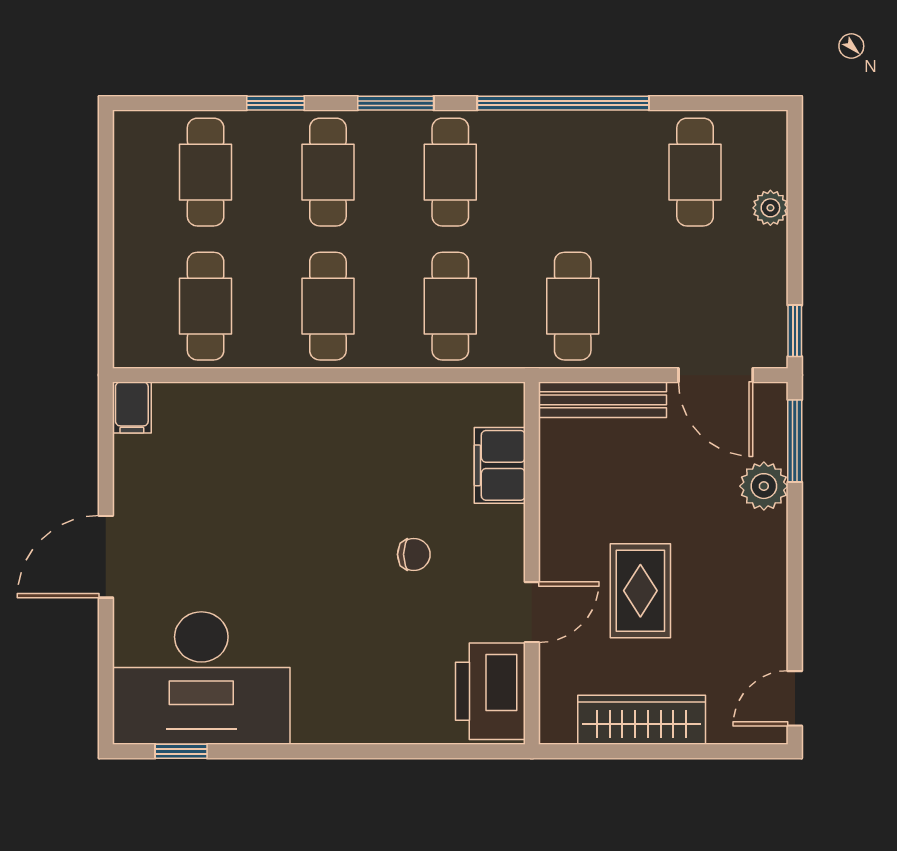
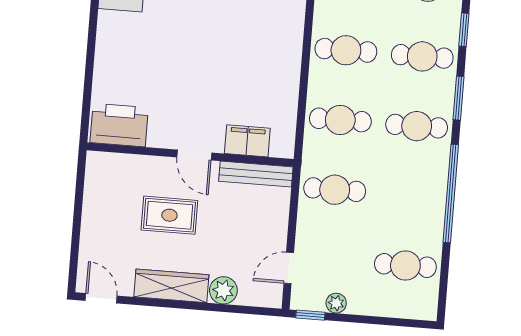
plant: (770, 208) -> (336, 303), moved
door: (716, 375) -> (289, 268), width x0.73
bench: (603, 400) -> (256, 174), moved, turned 90
window: (795, 441) -> (248, 310), removed
chair: (414, 554) -> (201, 88), removed
door: (532, 612) -> (194, 155), moved
wardrobe: (642, 720) -> (171, 286), moved, turned -90

